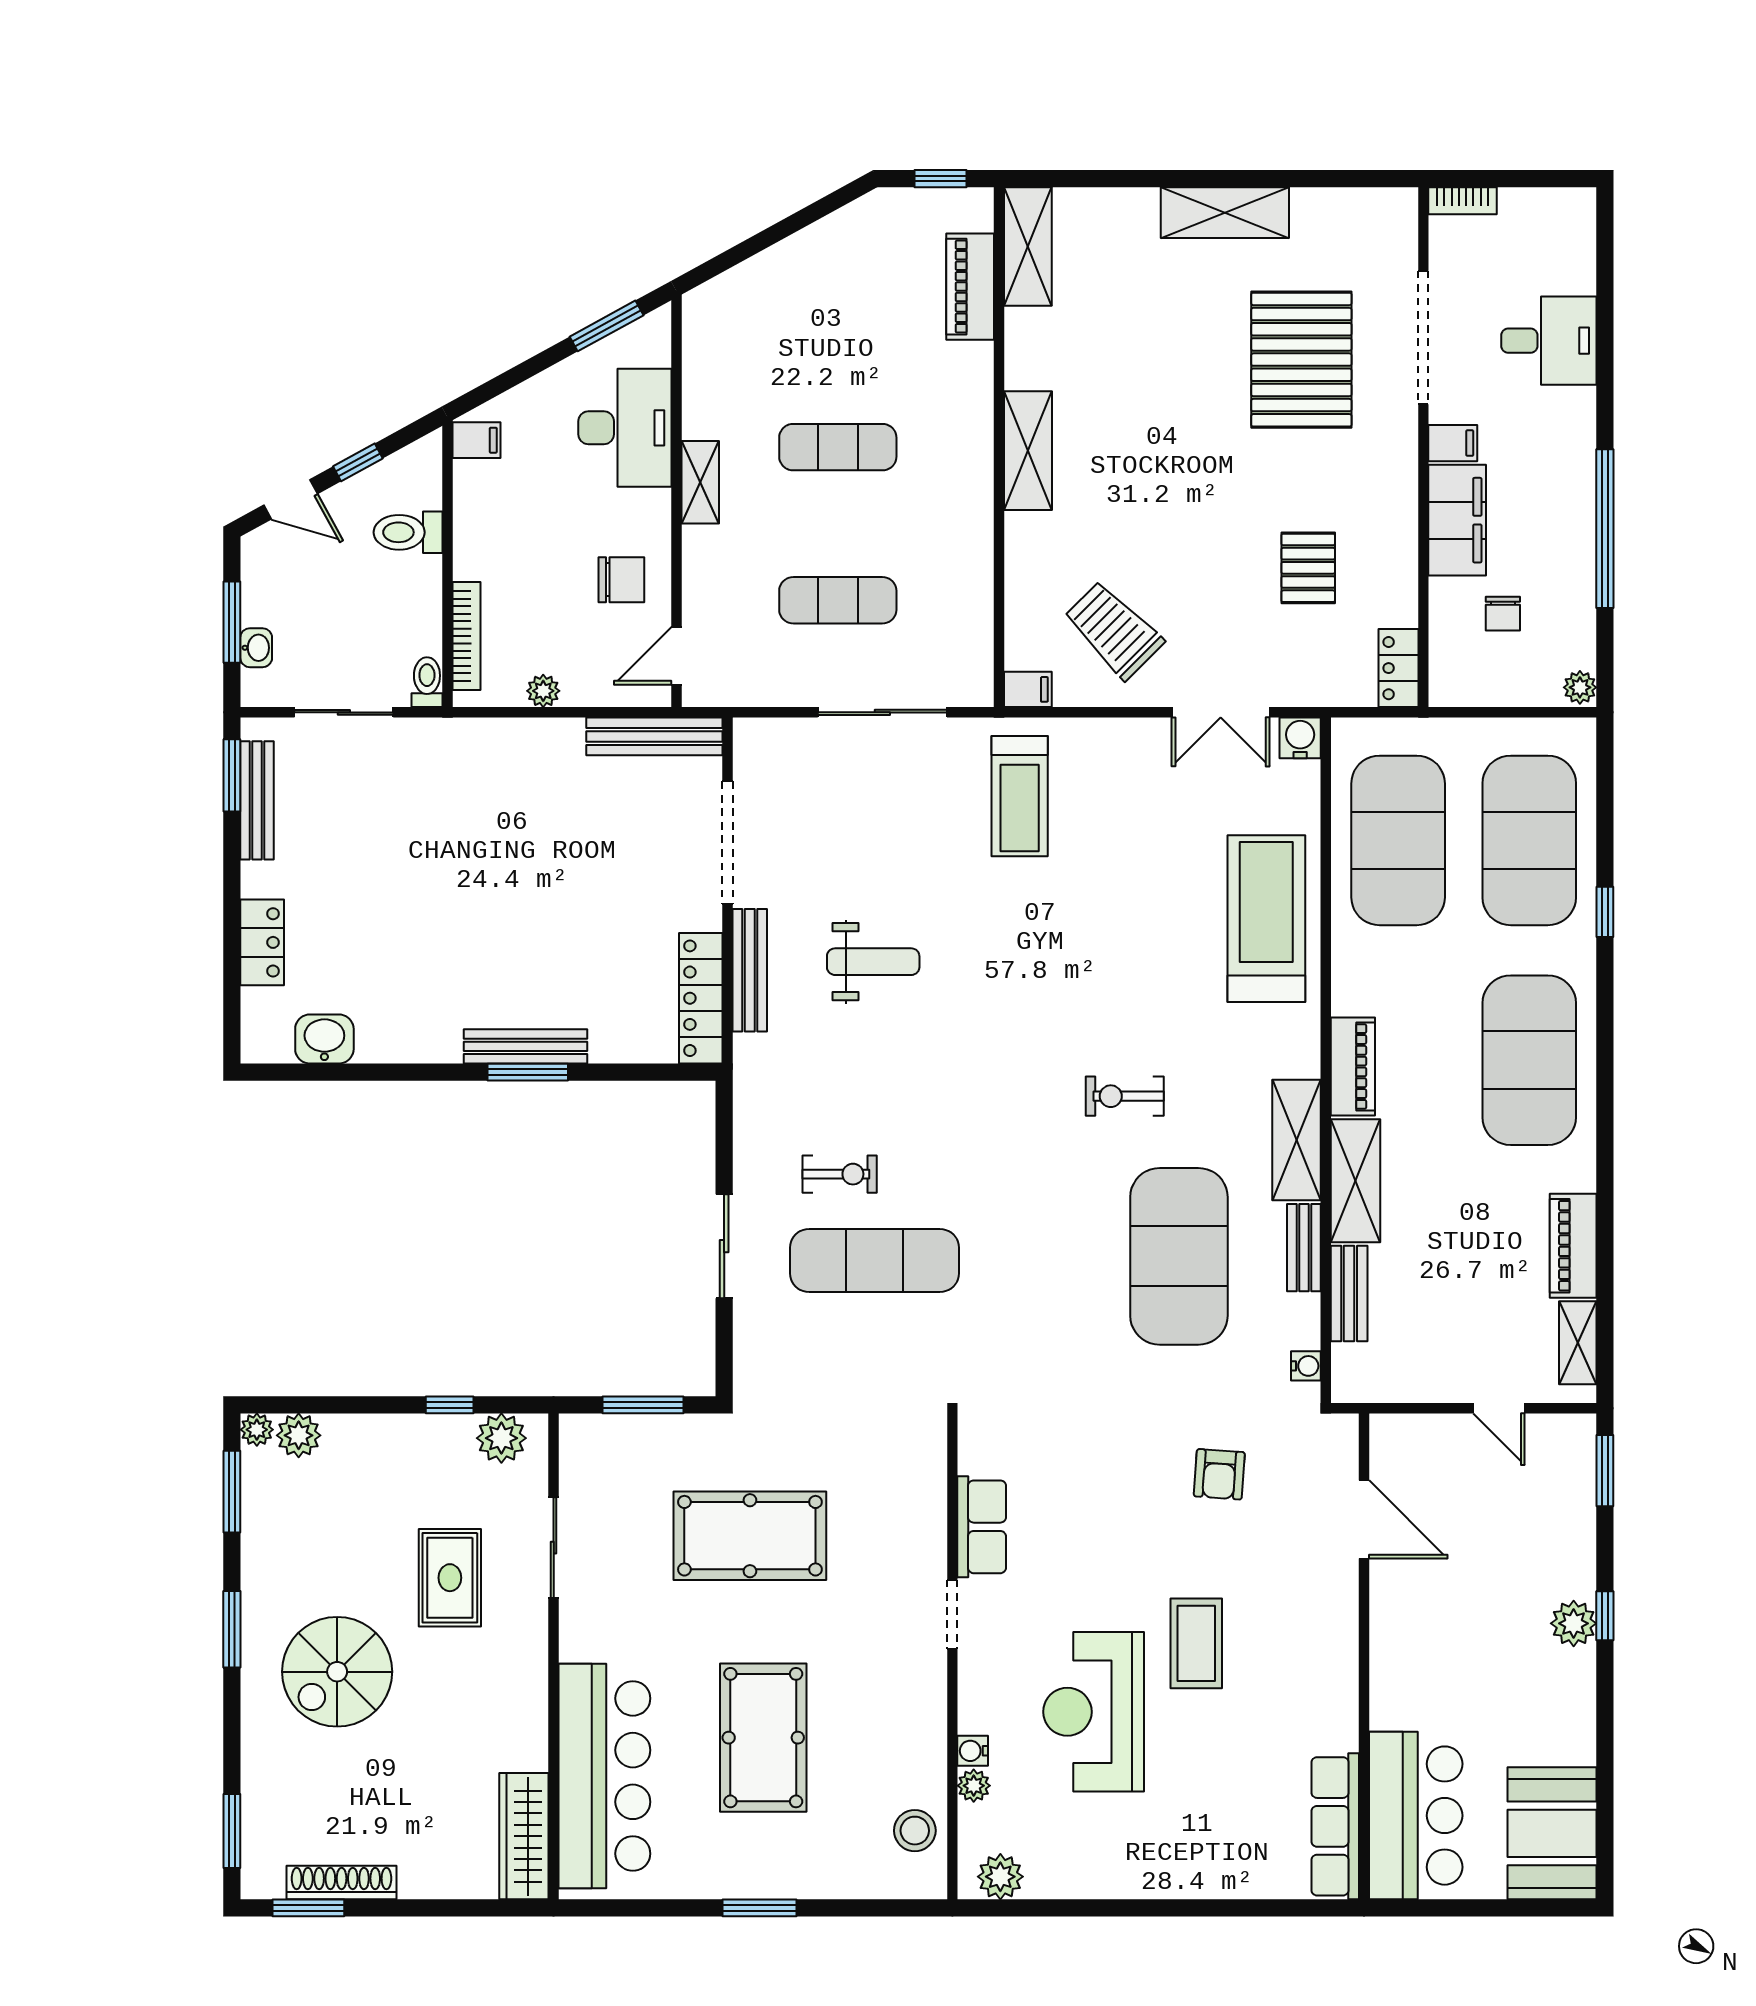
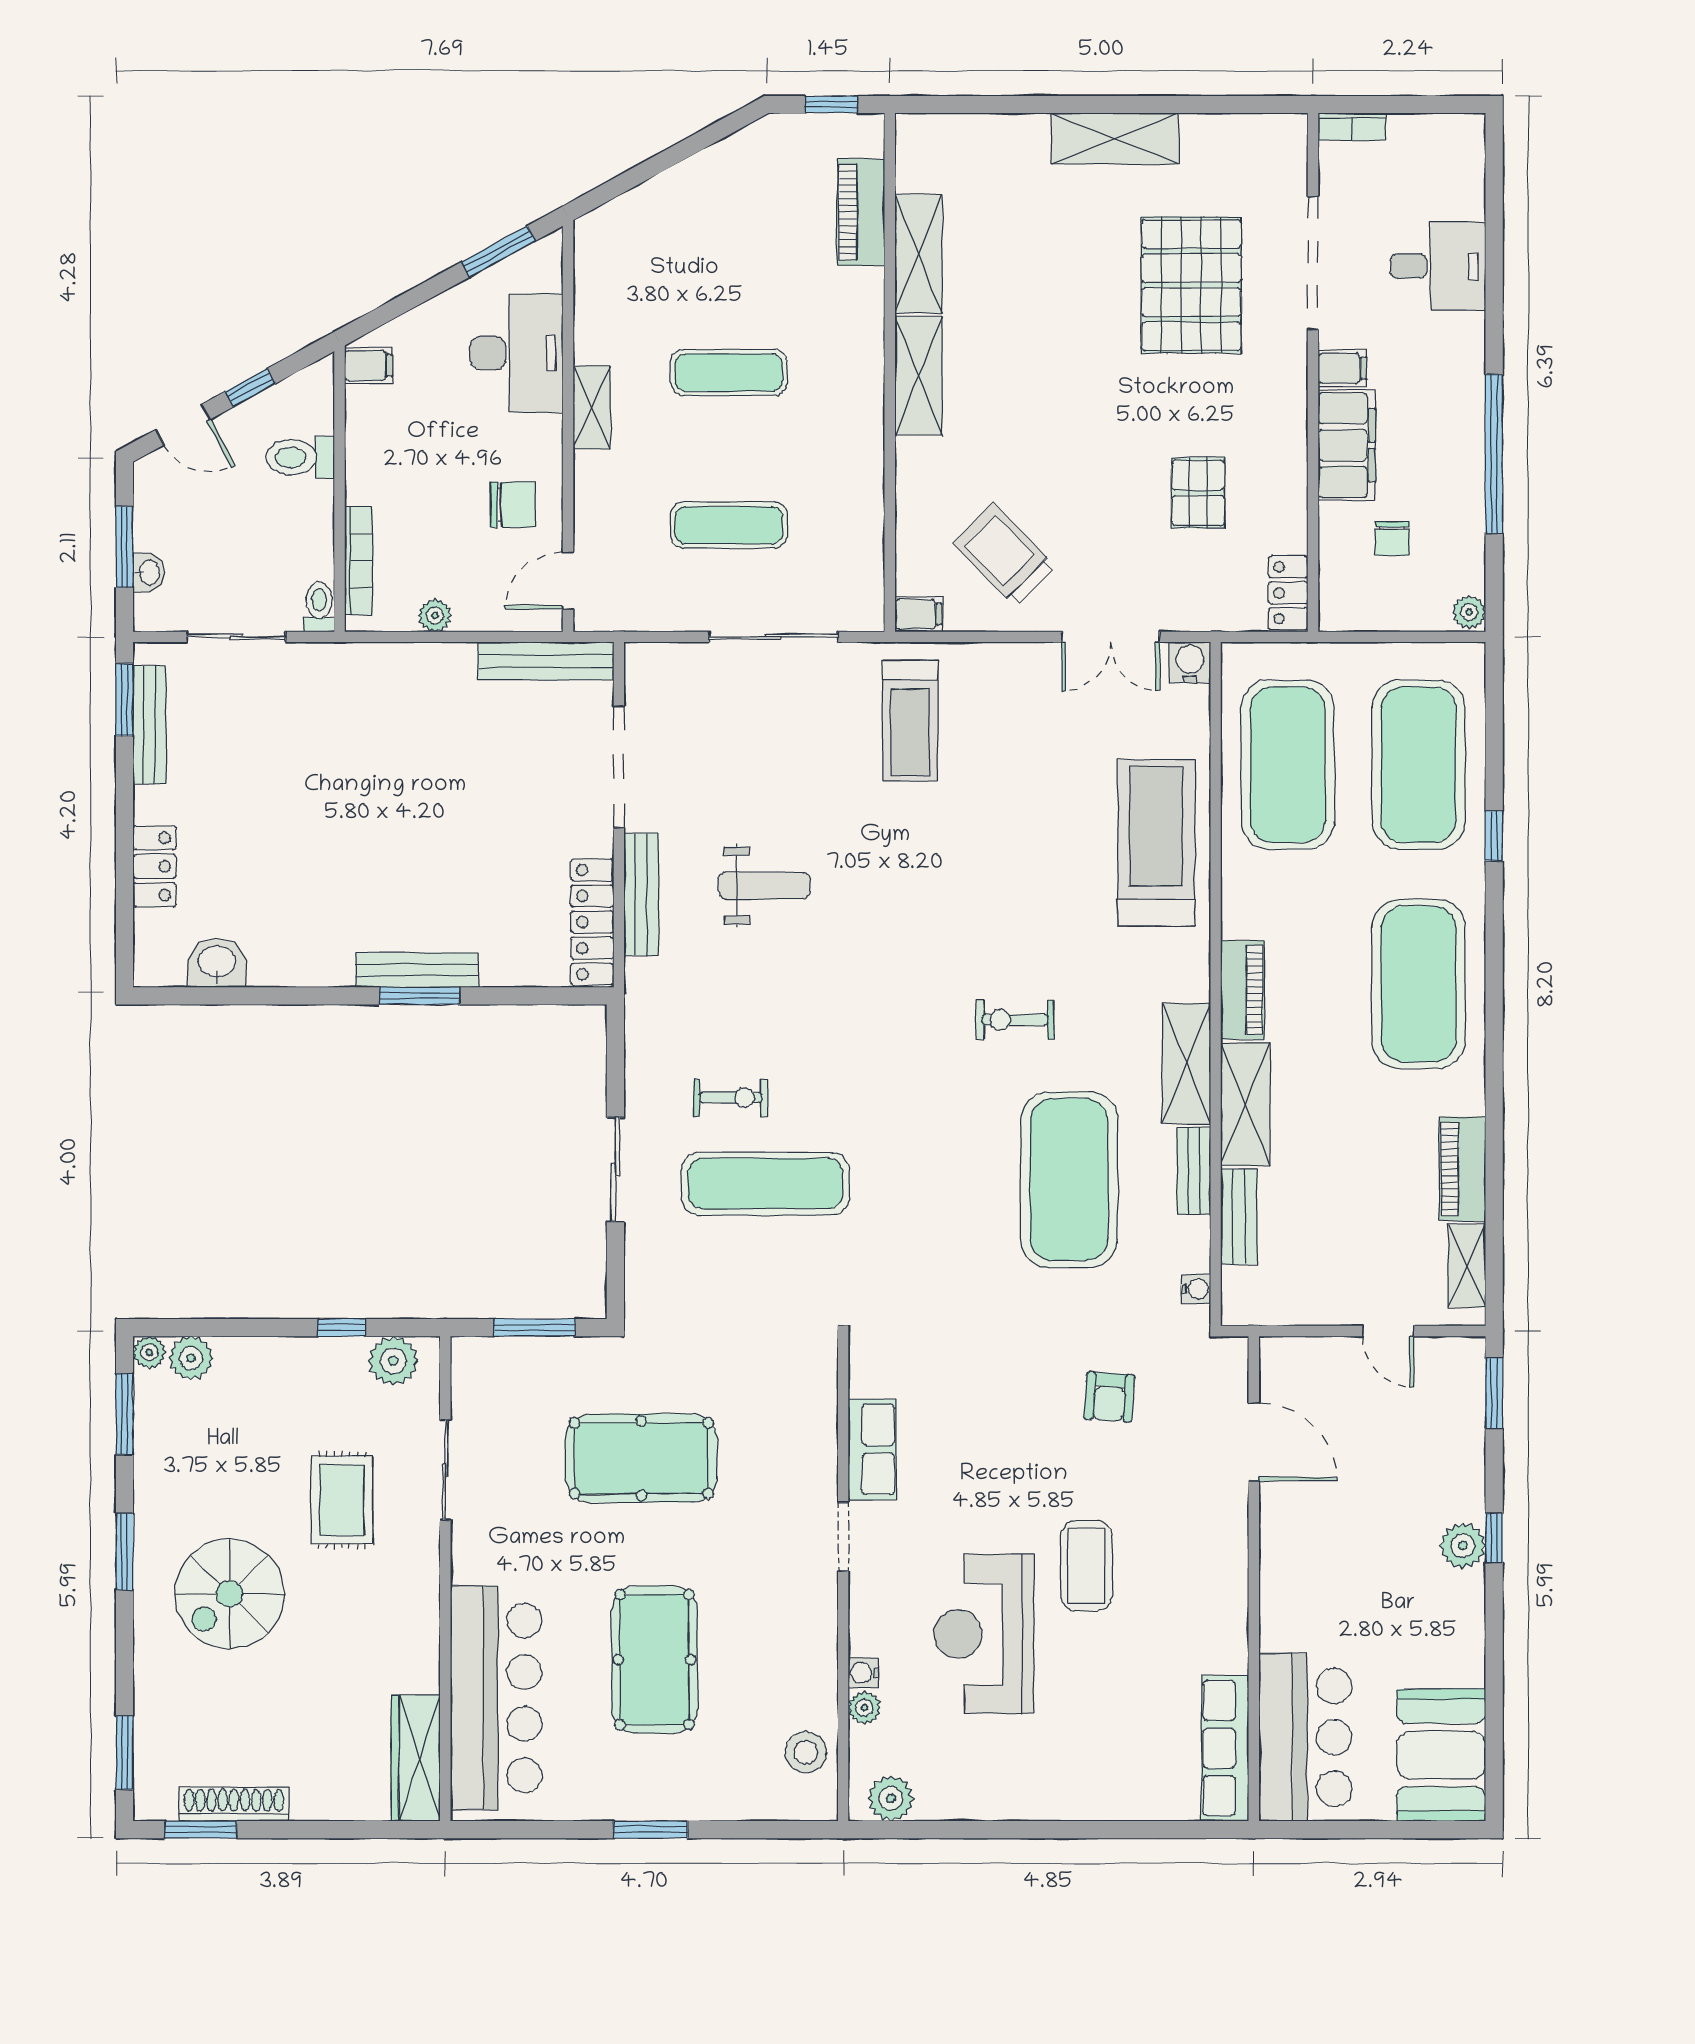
shelving: (1028, 246) -> (918, 254), moved

